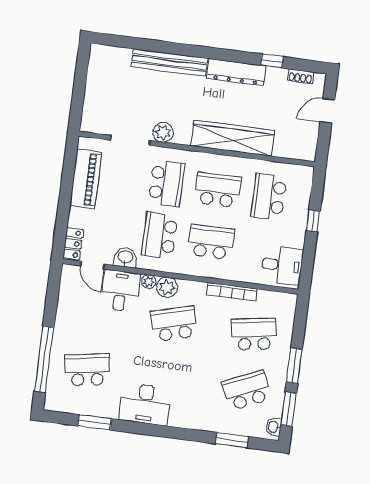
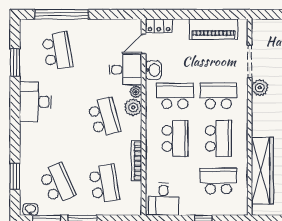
wardrobe: (233, 138) -> (262, 171), moved
school desk: (166, 183) -> (218, 96), turned 180

